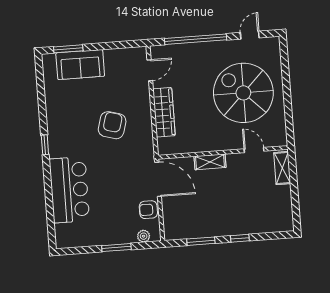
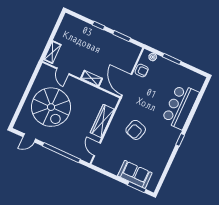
door: (150, 70) -> (97, 149), hinge flipped

